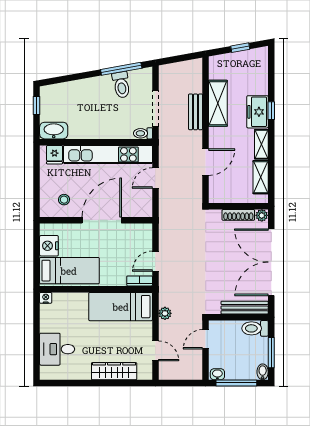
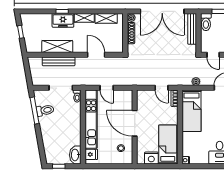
bench: (196, 112) -> (59, 61), width x1.36

